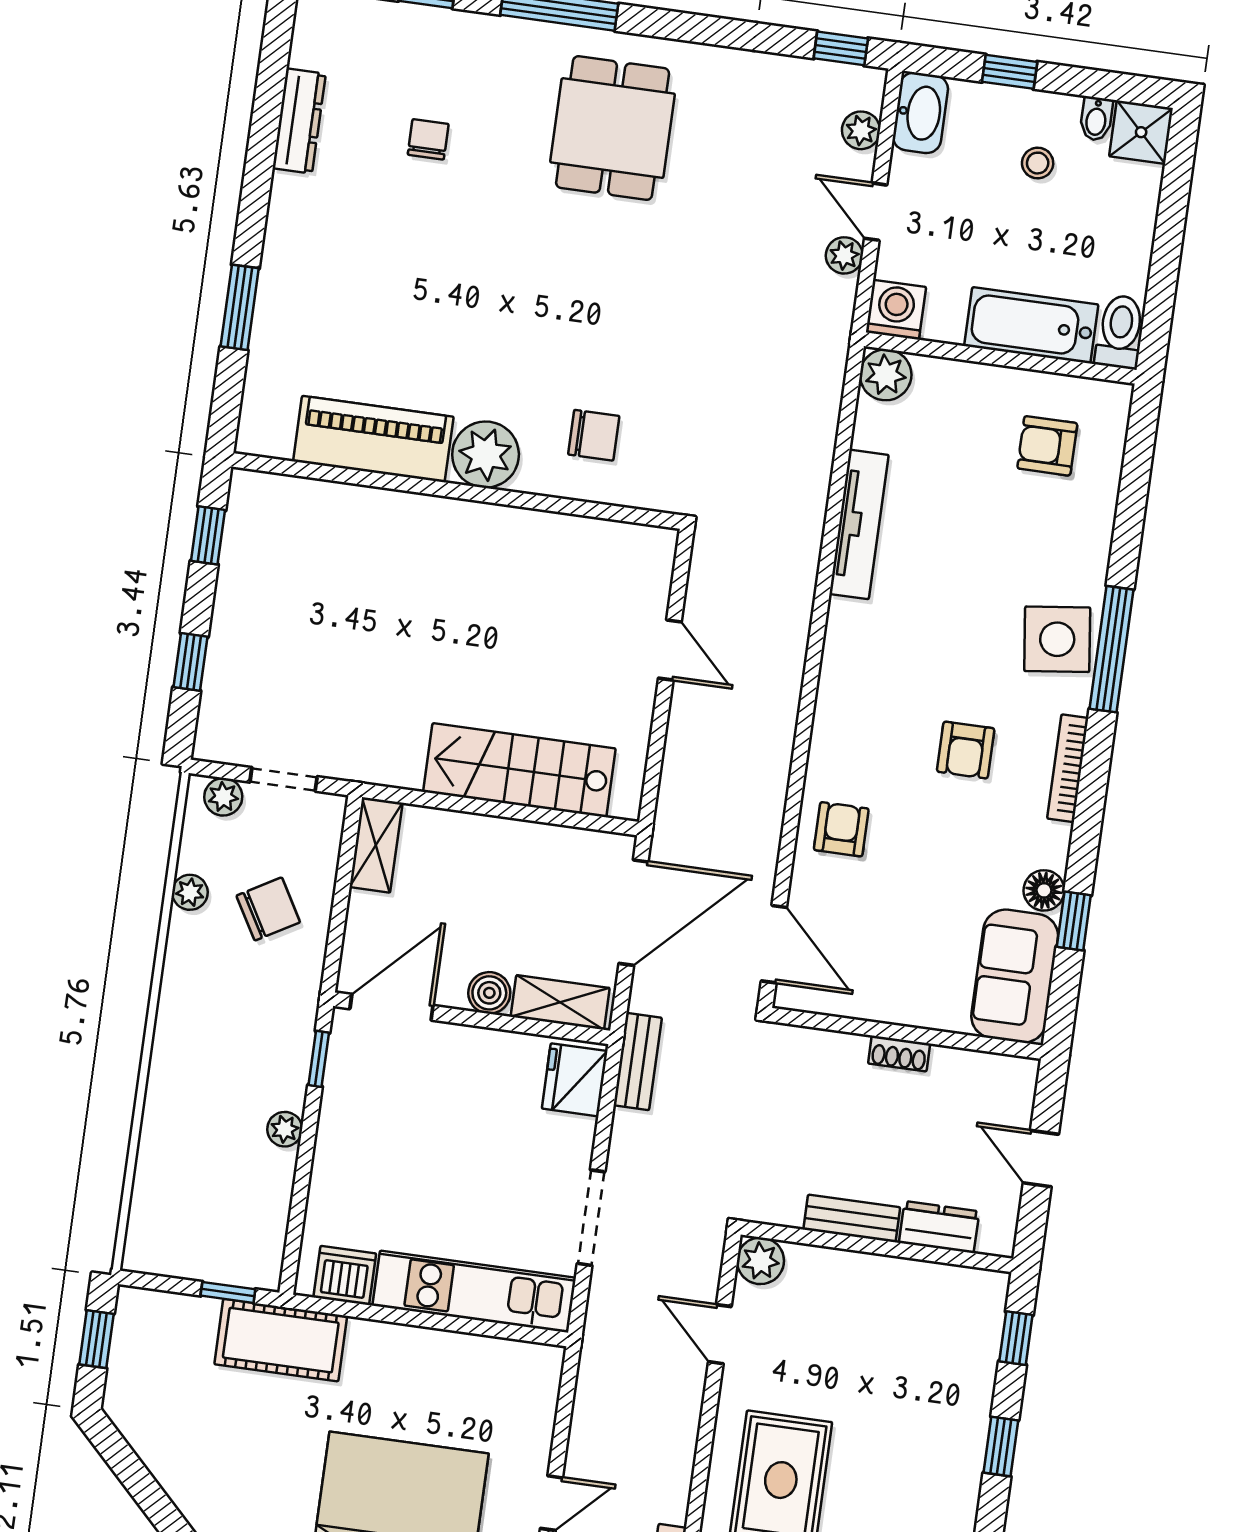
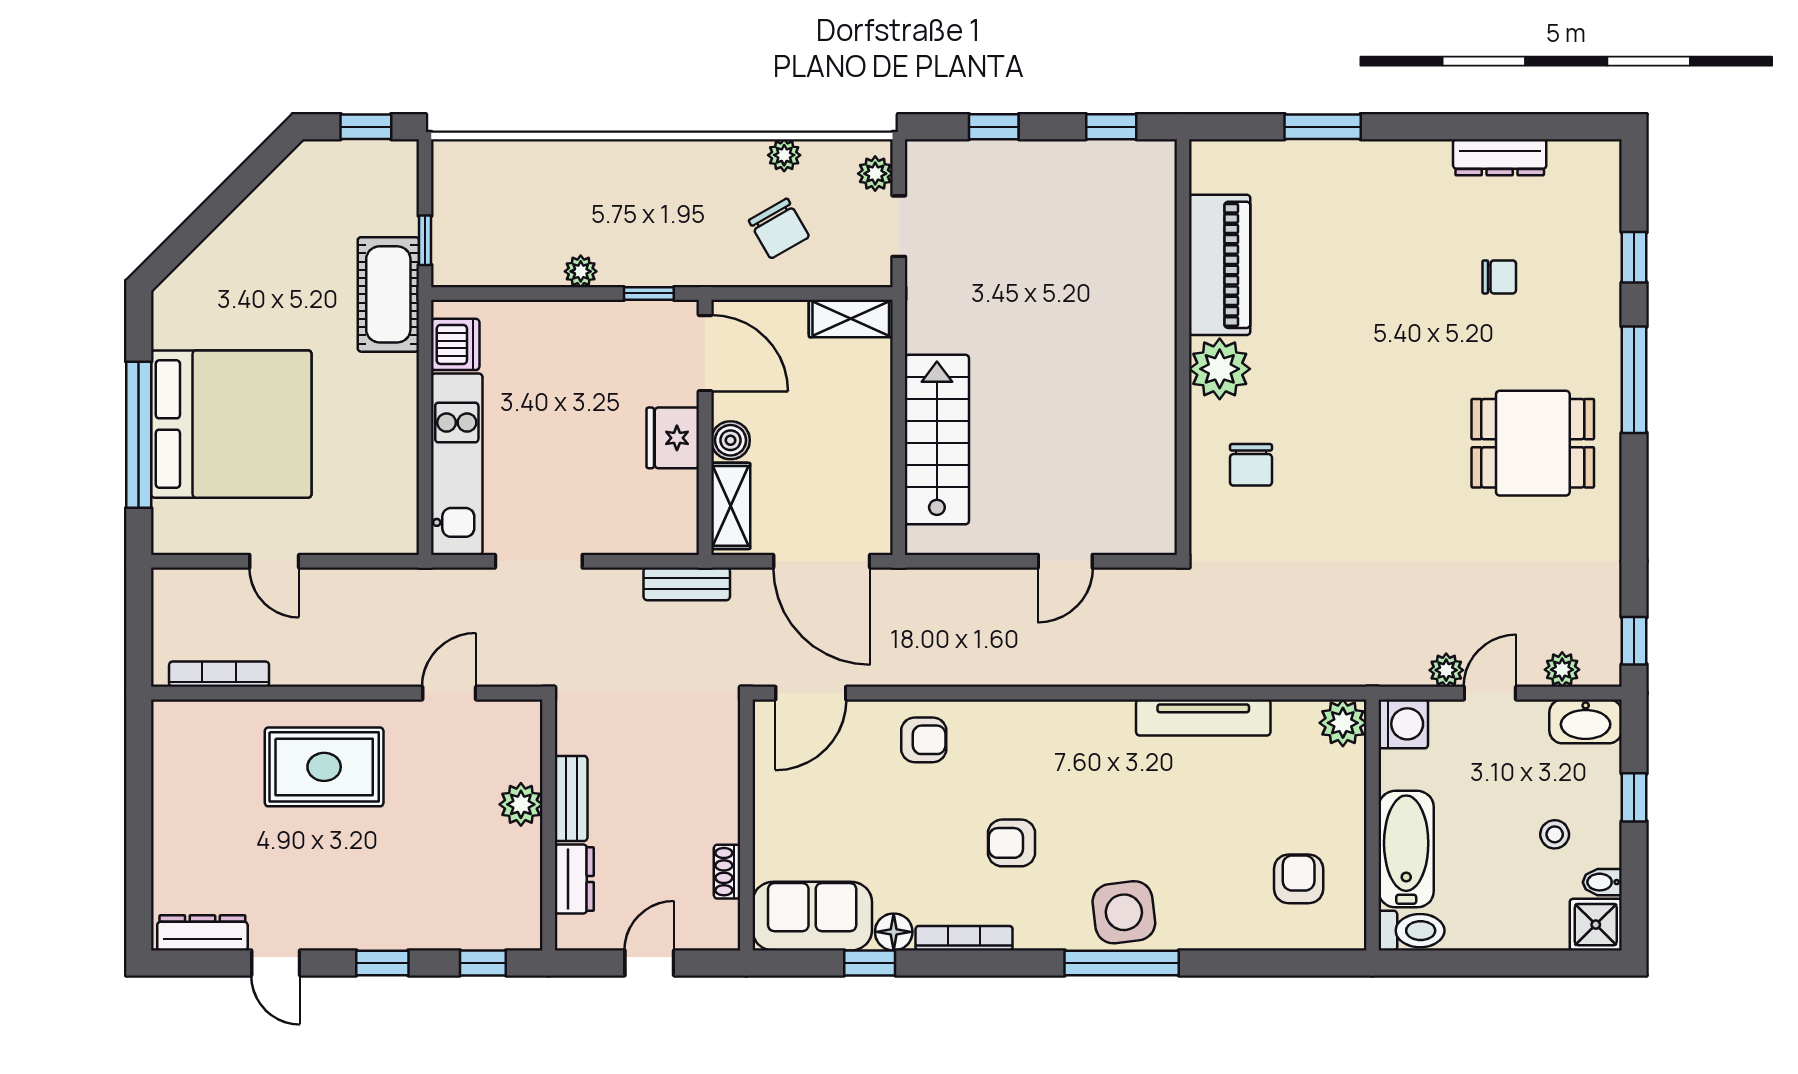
bookcase: (1068, 768) -> (964, 938), moved
shoe rack: (899, 1054) -> (727, 872), moved
fridge: (575, 1080) -> (673, 438), moved, turned -90
plant: (760, 1261) -> (521, 804), moved

